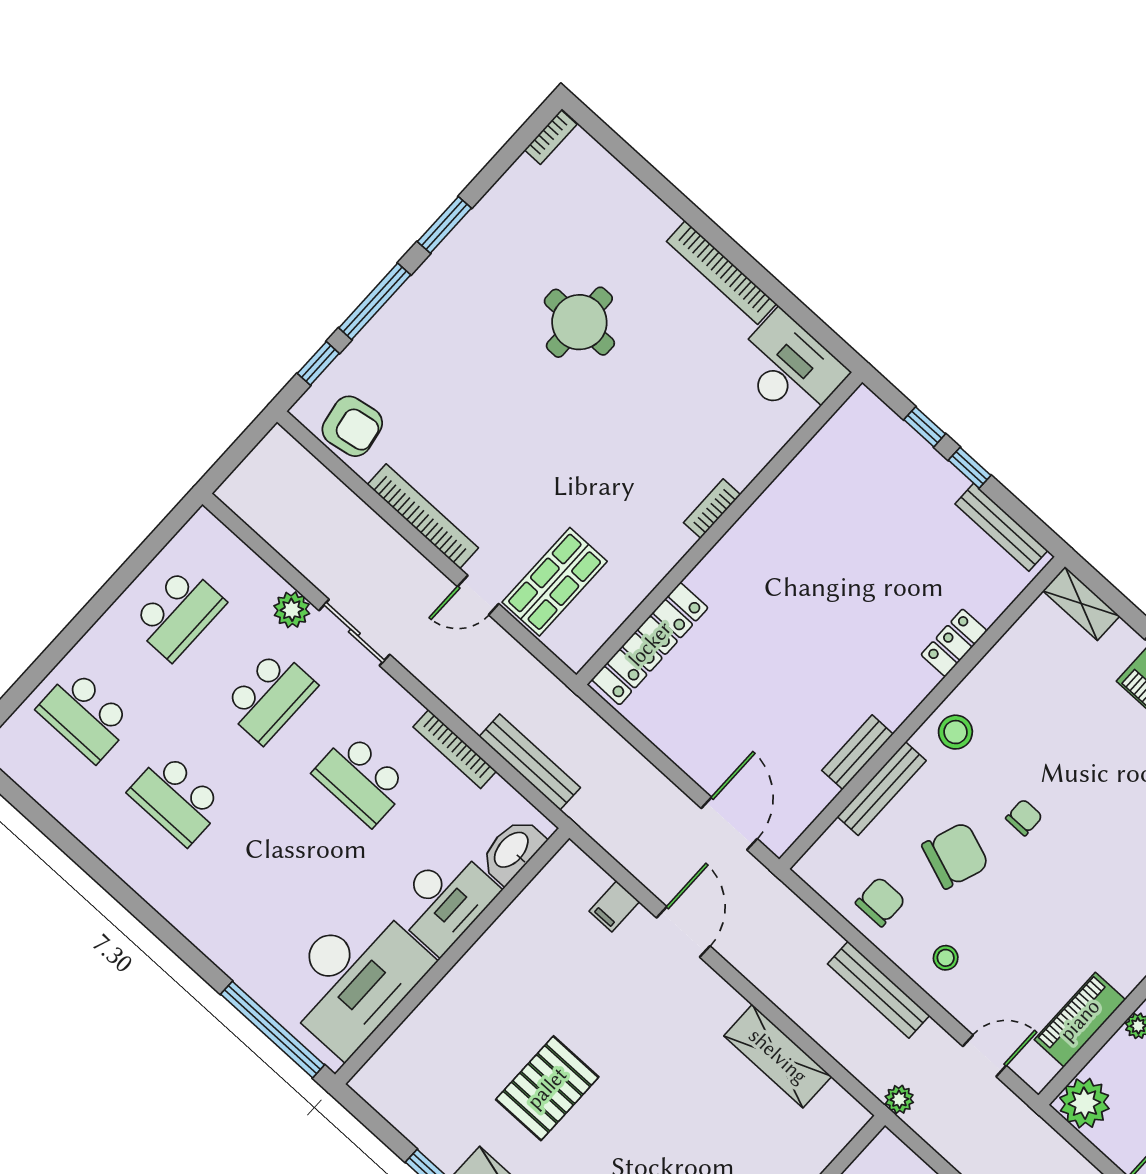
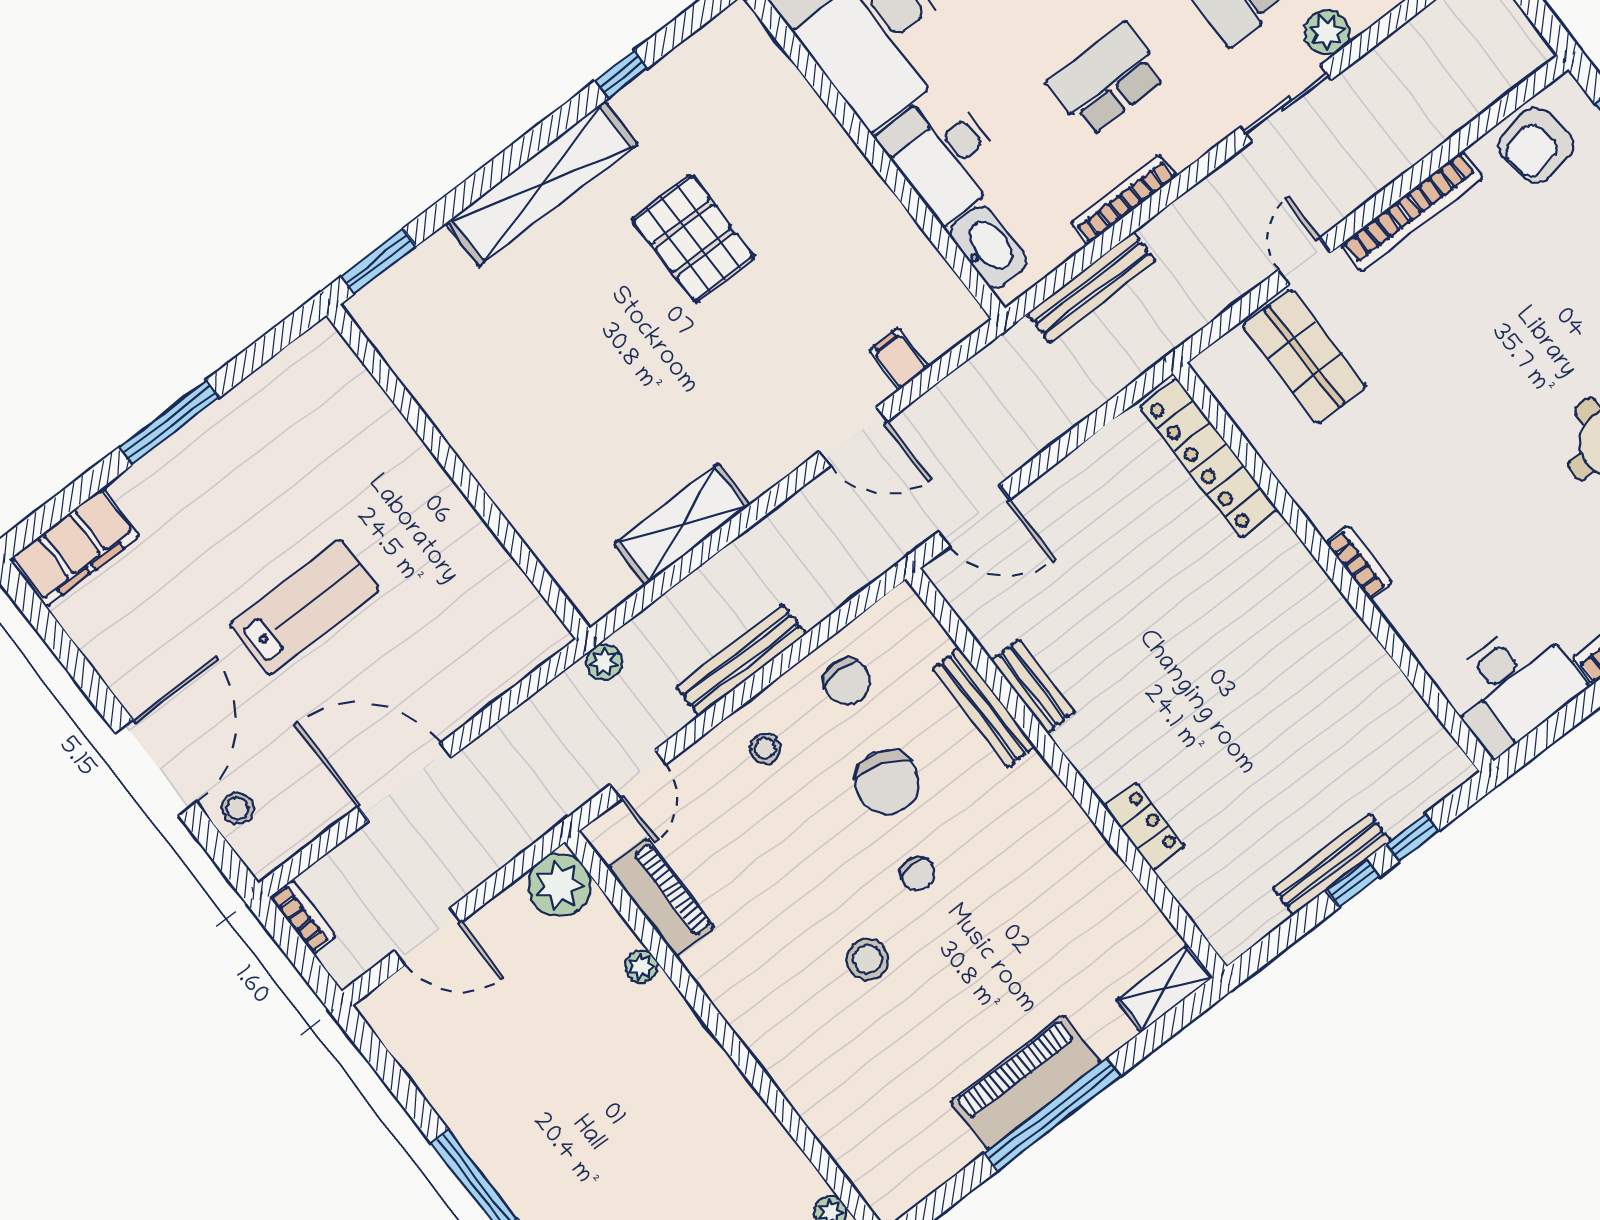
bench: (1001, 527) -> (1332, 864), moved
stool: (955, 732) -> (868, 959), moved

